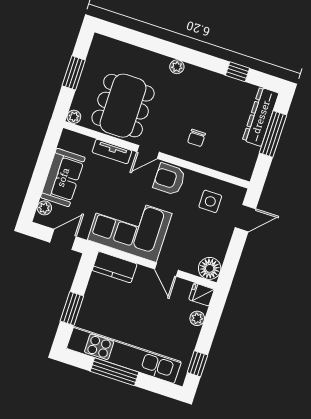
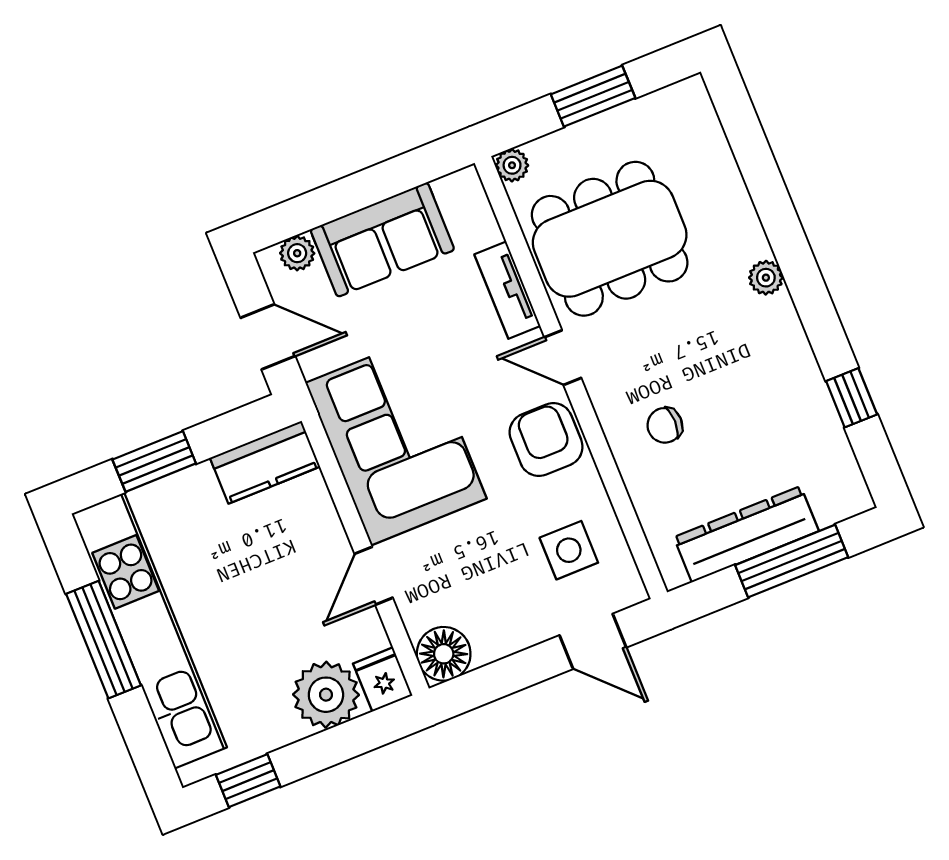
dresser: (261, 117) -> (746, 534), moved
kitchen counter: (115, 267) -> (265, 462), moved, turned -90
plant: (197, 318) -> (326, 695), width x1.87, depth x1.87

